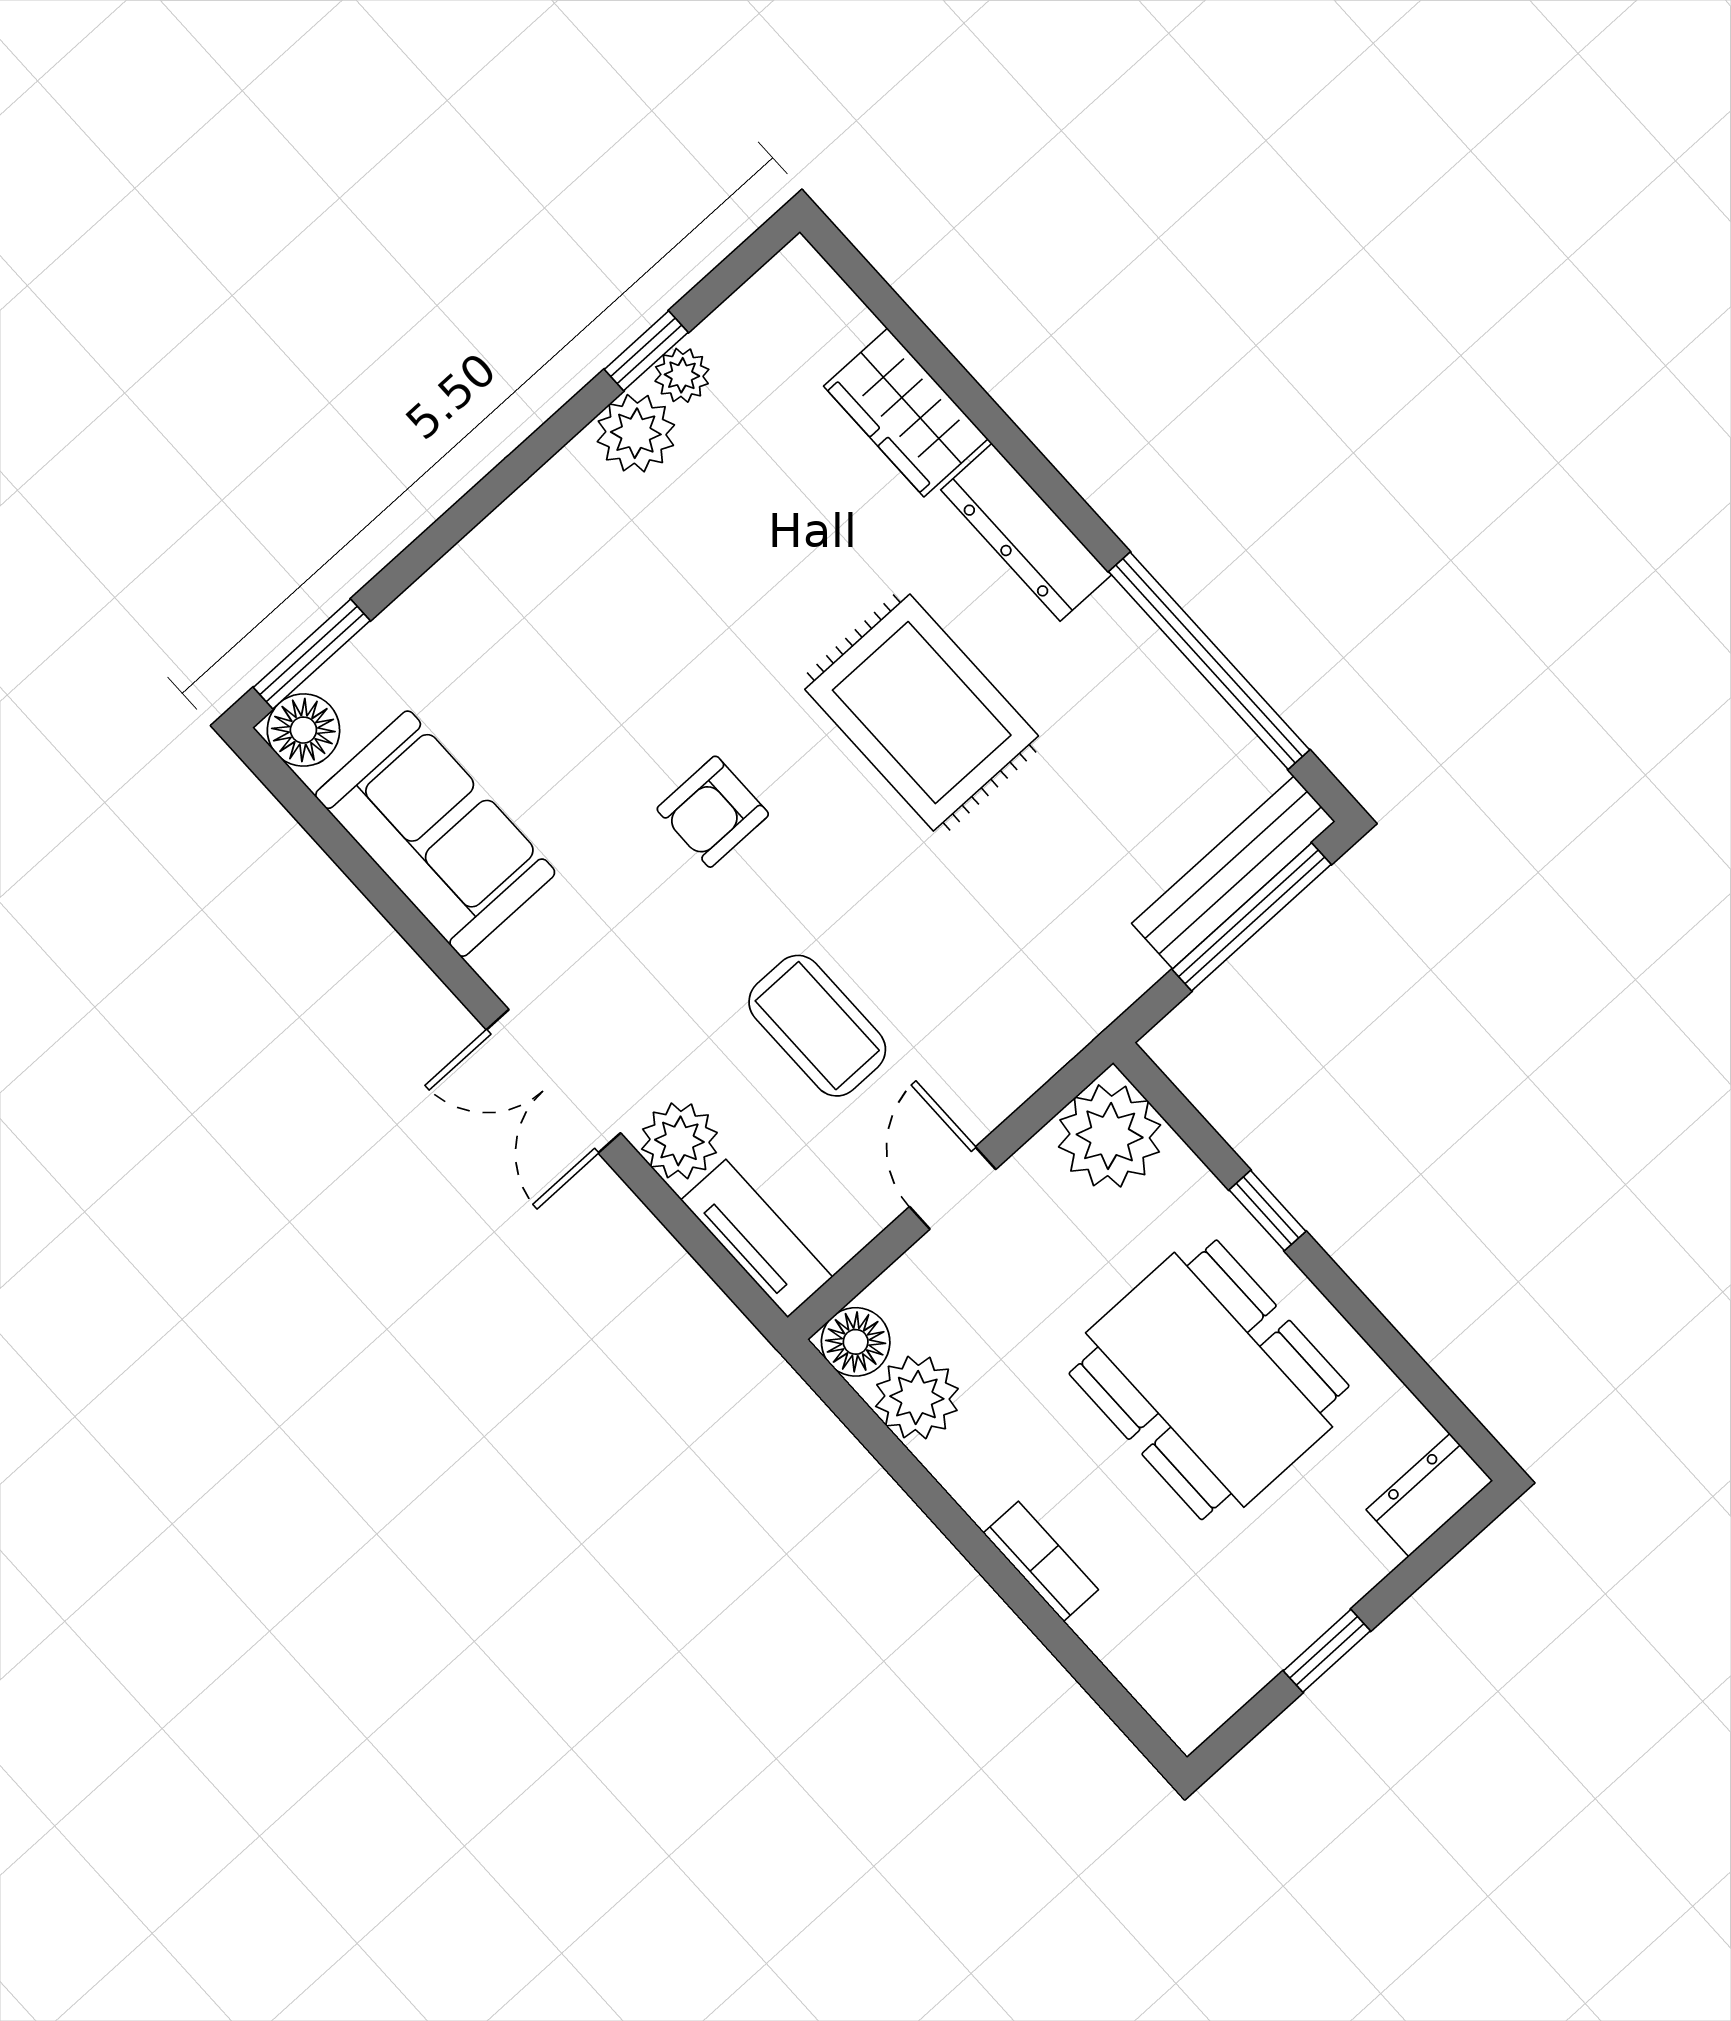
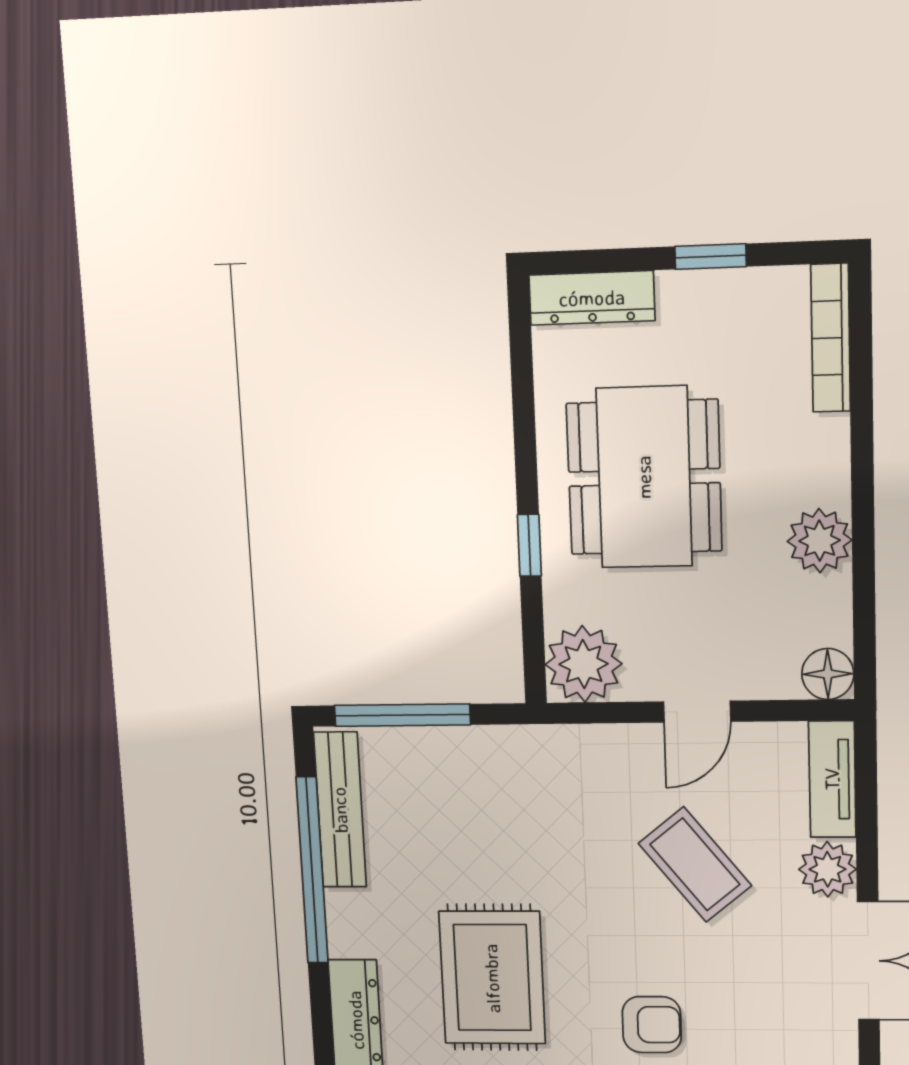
bench: (1233, 872) -> (340, 810), moved, turned 90
coffee table: (817, 1026) -> (695, 864), turned -39
plant: (917, 1397) -> (820, 541), moved
dresser: (1429, 1495) -> (592, 298), width x1.44
bookcase: (1041, 1561) -> (831, 338), moved, width x1.56

